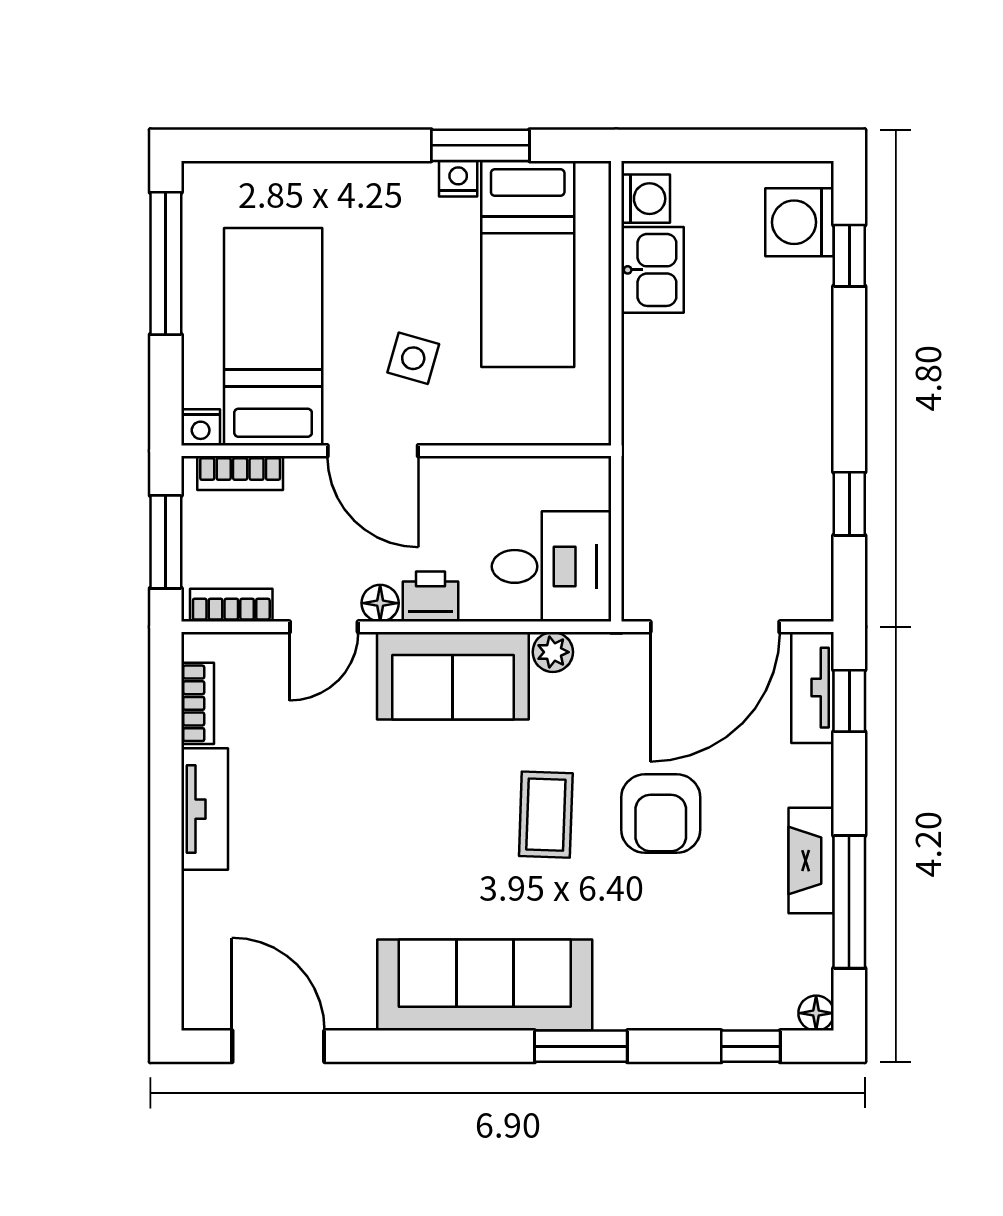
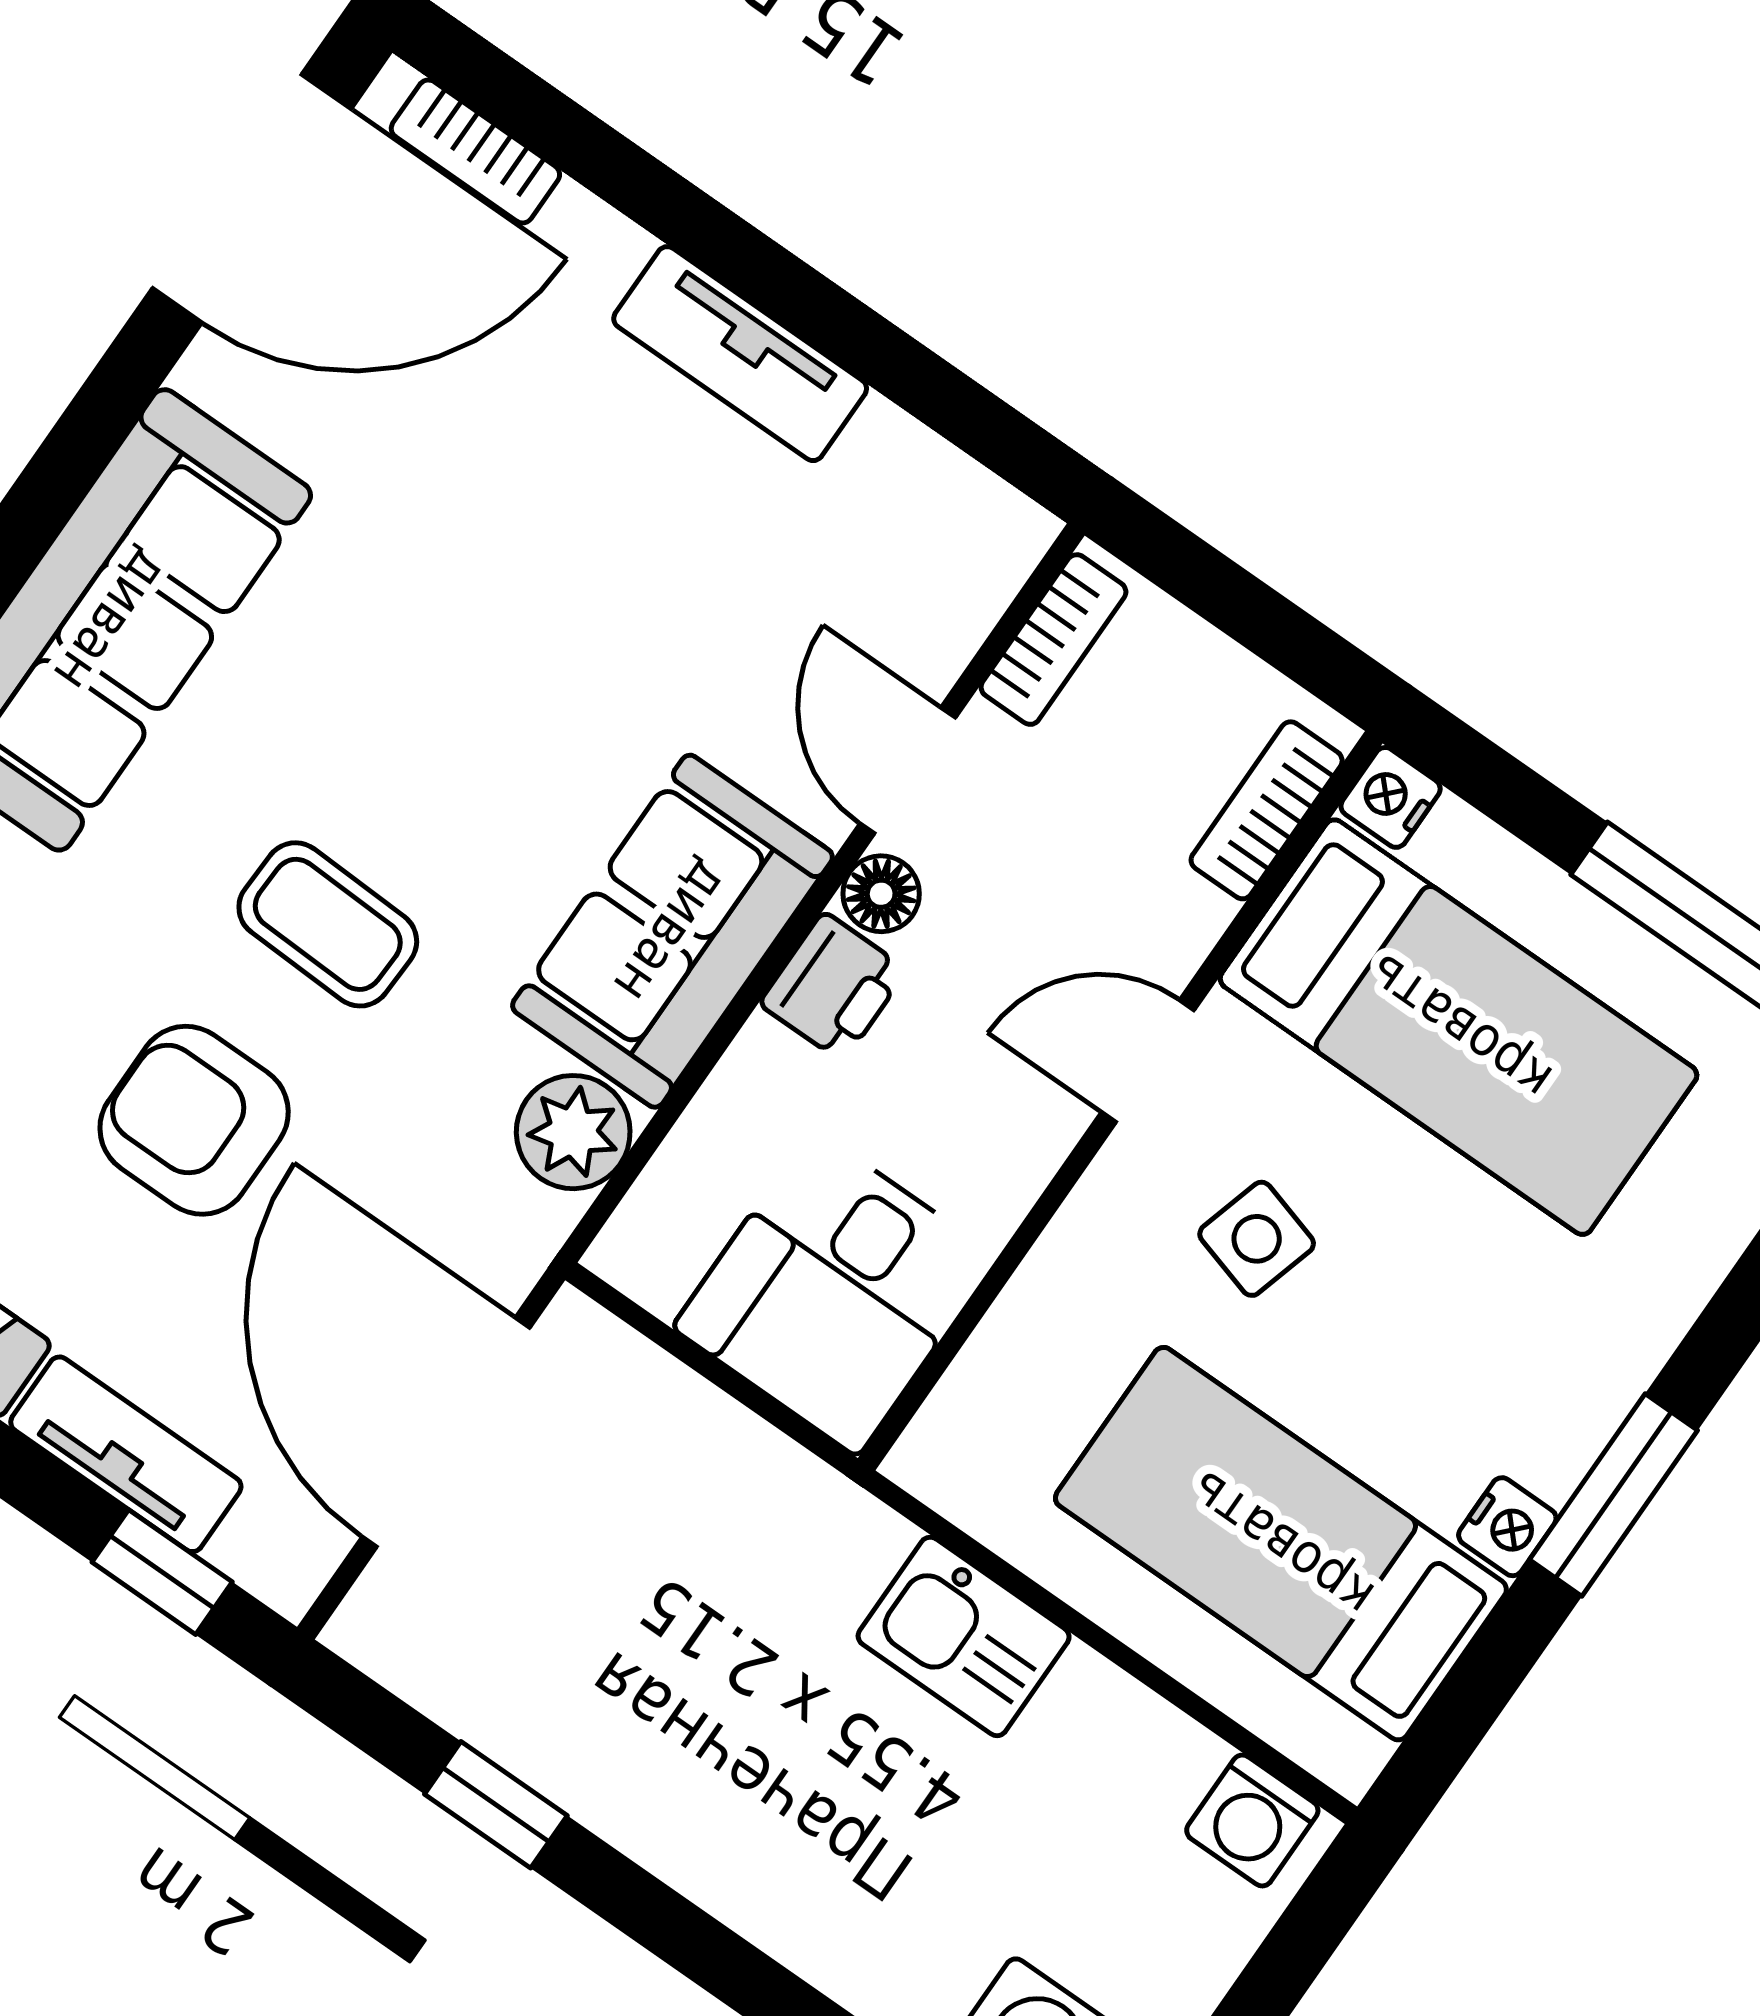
window: (480, 145) -> (1614, 1495), moved
kitchen sink: (653, 270) -> (964, 1636), moved
door: (373, 451) -> (1148, 1061), width x0.73
window: (166, 542) -> (1238, 603), removed
desk: (552, 566) -> (835, 1292), moved
plant: (553, 652) -> (573, 1132), width x1.38, depth x1.38
tv unit: (812, 688) -> (126, 1454), moved
bookcase: (198, 703) -> (475, 151), moved
door: (278, 1046) -> (252, 198), width x1.36

